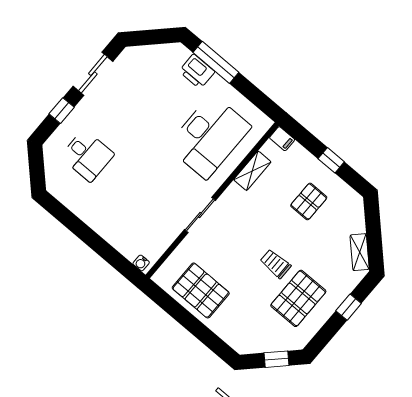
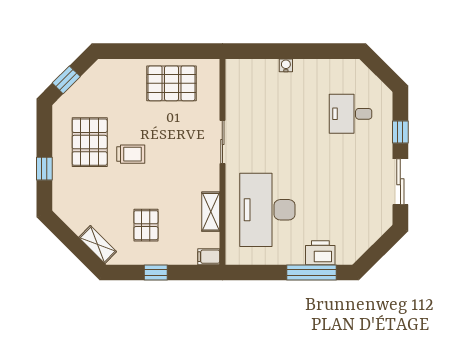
shelving: (360, 252) -> (98, 245), moved
water cooler: (141, 263) -> (286, 65), moved

